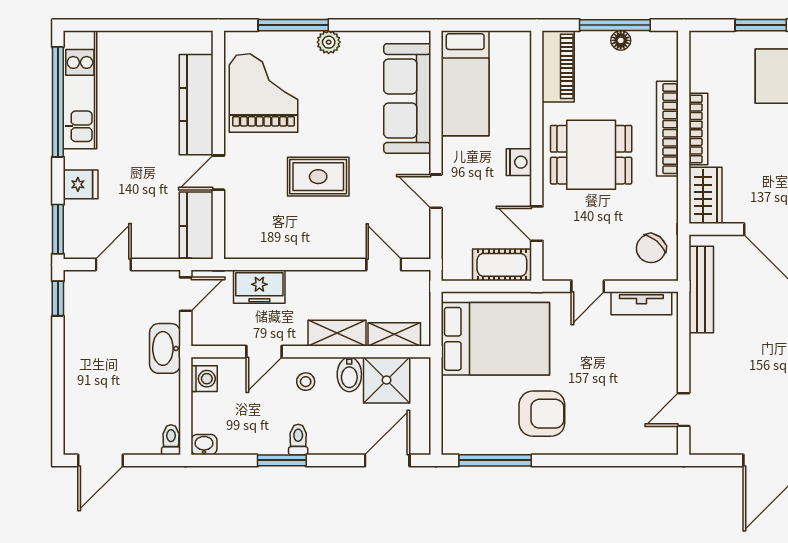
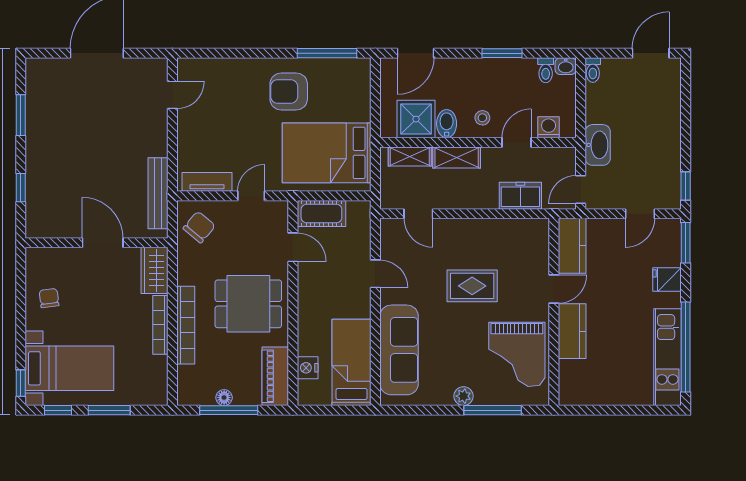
kitchen counter: (196, 105) -> (572, 331), width x0.67
nightstand: (519, 162) -> (308, 368), moved
washing machine: (204, 379) -> (549, 127), moved, turned 90
toilet: (298, 440) -> (546, 70), moved

